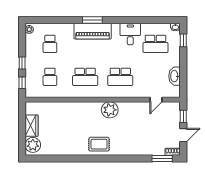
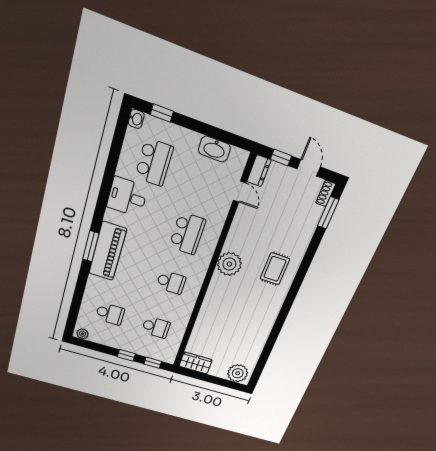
school desk: (85, 77) -> (171, 282), width x0.54
dresser: (172, 106) -> (259, 171), added
wardrobe: (32, 126) -> (196, 363), moved
rug: (99, 144) -> (275, 269), moved

